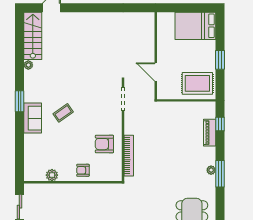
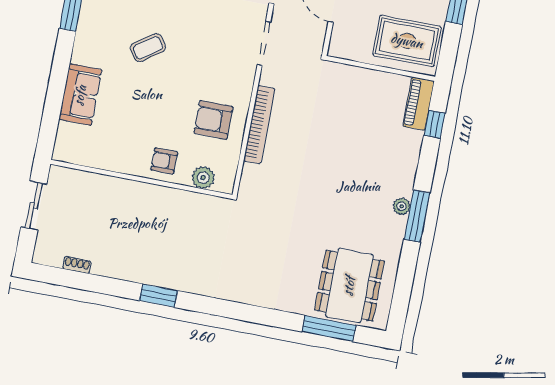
sofa: (33, 118) -> (80, 95), moved
piano: (210, 133) -> (419, 104), moved
bookcase: (129, 156) -> (259, 125), moved
plant: (52, 175) -> (203, 178), moved

